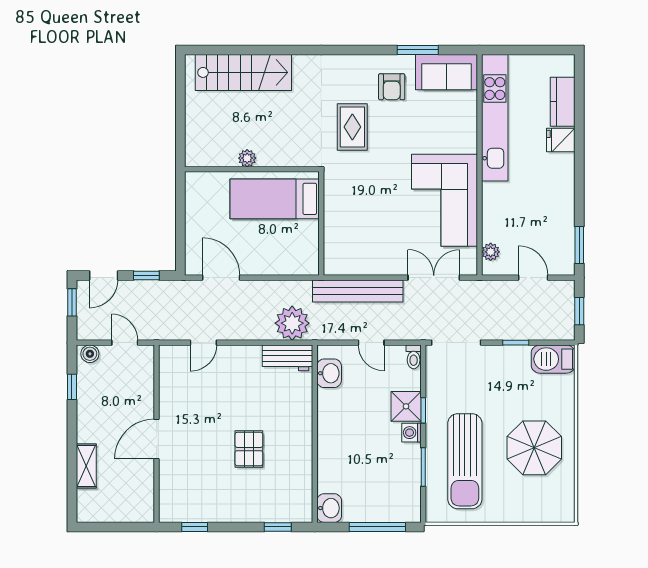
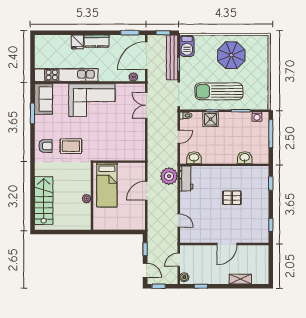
armchair: (392, 87) -> (45, 146), moved
kitchen counter: (563, 102) -> (97, 41), moved
corner sofa: (444, 200) -> (92, 100), moved
door: (221, 278) -> (146, 191), moved
door: (533, 278) -> (146, 56), width x1.88
bench: (358, 291) -> (172, 57), moved
washing machine: (411, 433) -> (257, 117), moved
door: (157, 439) -> (227, 244), hinge flipped
sun lounger: (465, 461) -> (219, 91), moved, turned 180
washbasin: (329, 508) -> (245, 158), moved

